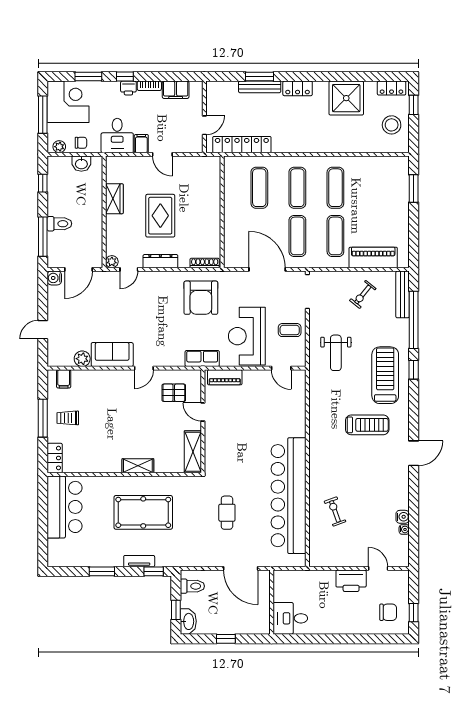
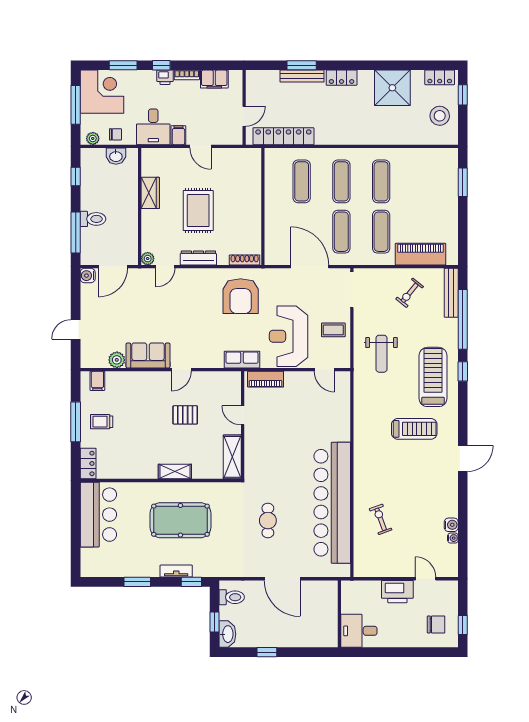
pallet: (174, 393) -> (185, 415), moved
wall: (272, 602) -> (339, 614), moved
desk: (290, 618) -> (359, 631), moved

